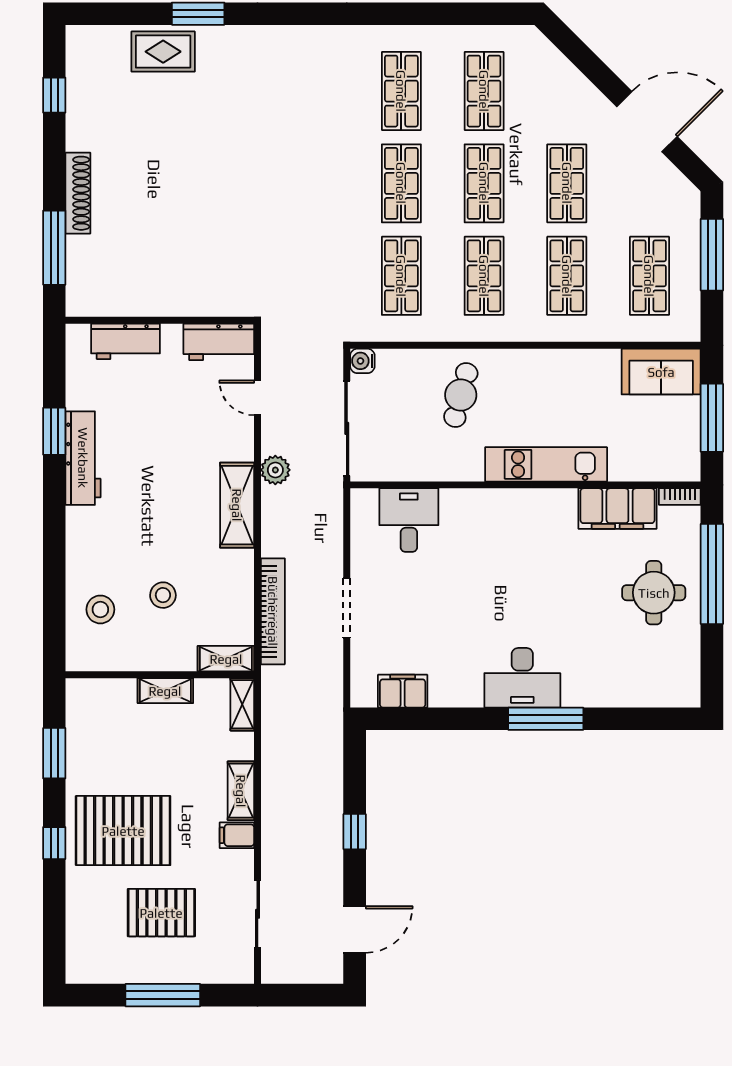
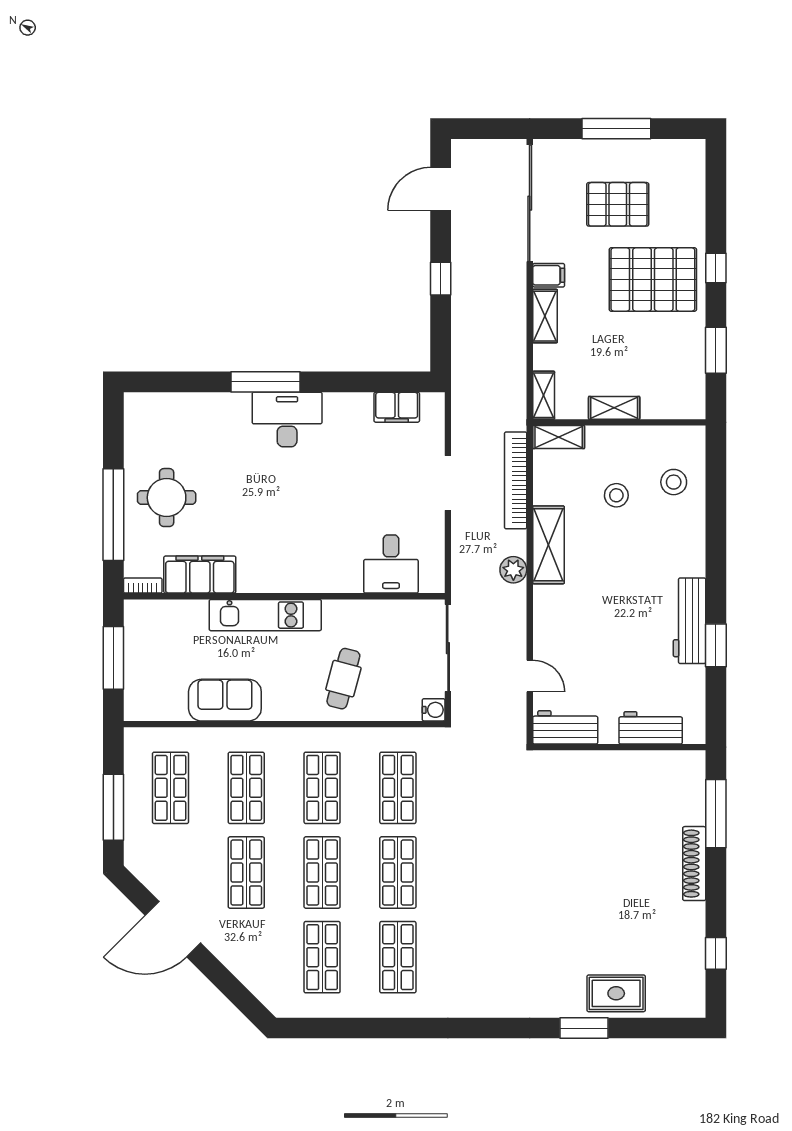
sofa: (661, 372) -> (225, 700), moved
plant: (275, 470) -> (513, 570), moved
shelving: (237, 505) -> (548, 545), moved
sliding door: (257, 914) -> (530, 203), width x1.86

